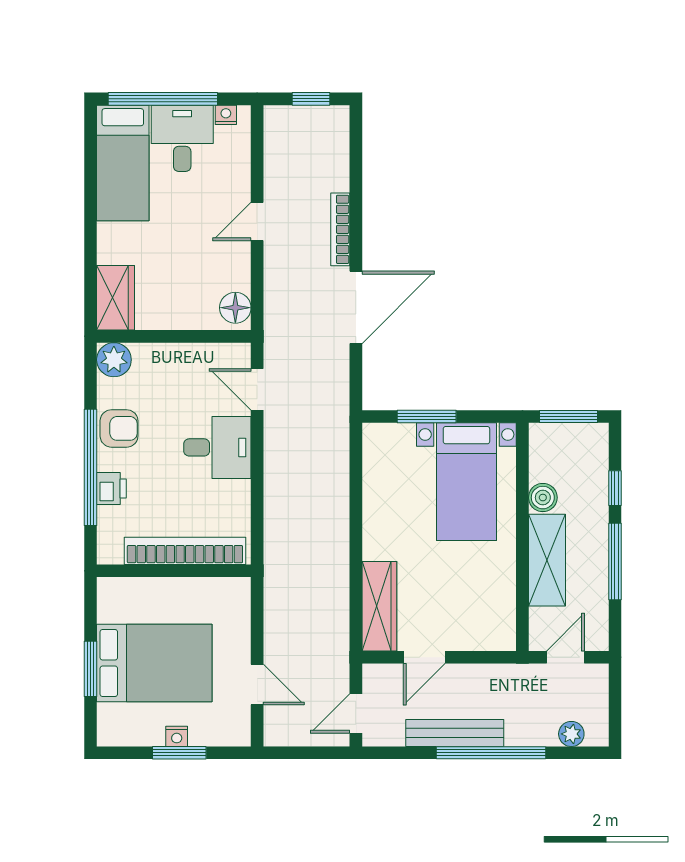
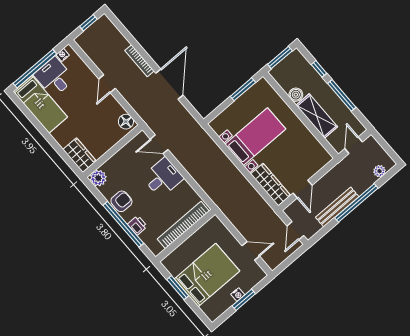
window: (427, 417) -> (243, 89), moved
bed with nightstands: (466, 482) -> (255, 137), moved, turned -90
window: (91, 669) -> (178, 288), moved

